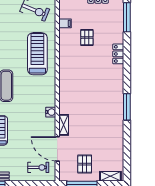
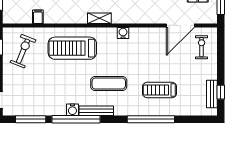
water cooler: (51, 112) -> (123, 33), moved
shelving: (64, 125) -> (99, 18), moved

